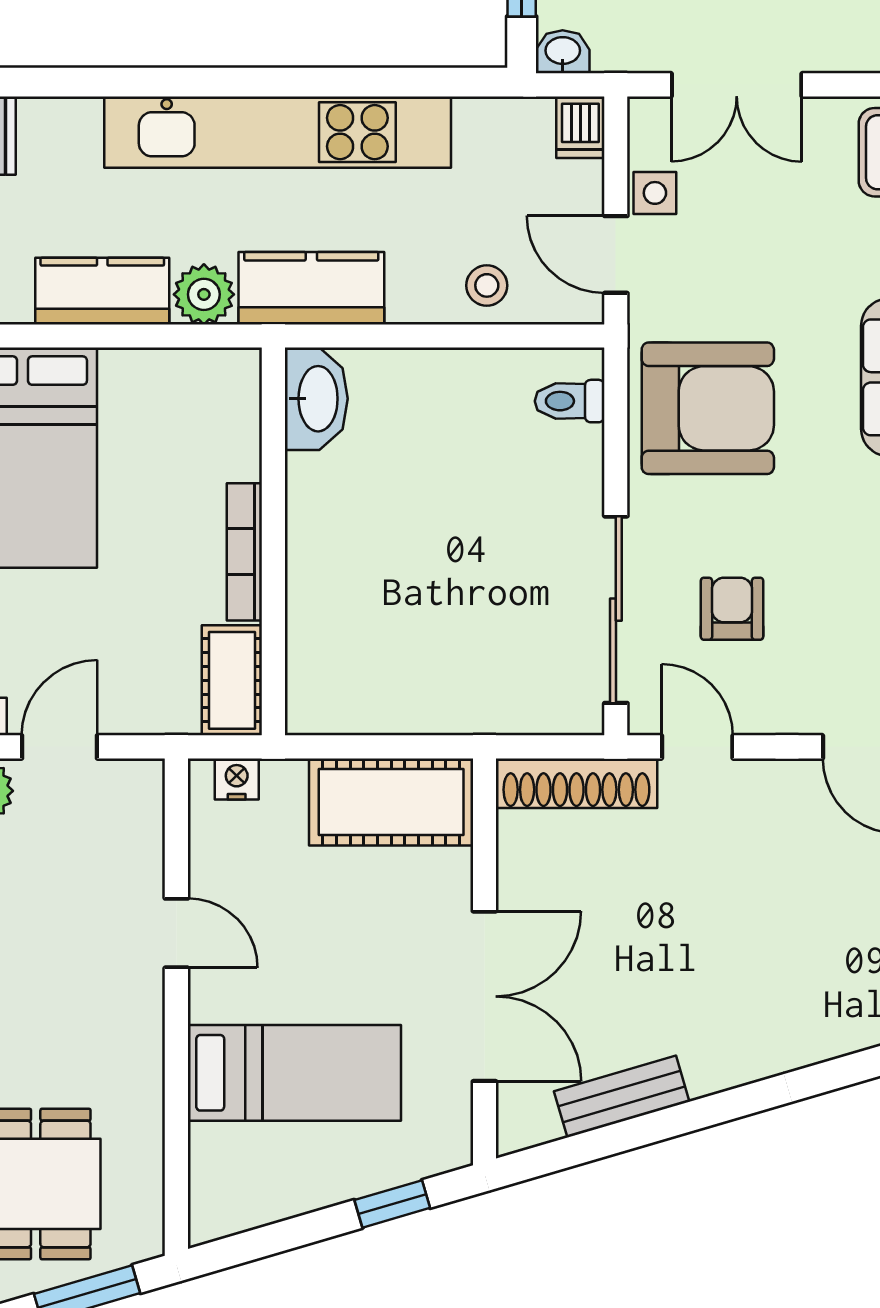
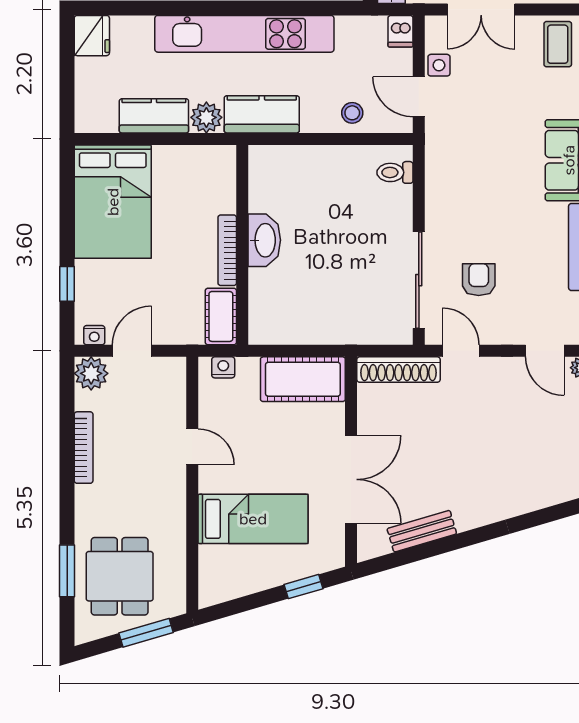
washbasin: (316, 399) -> (264, 240), moved
armchair: (708, 408) -> (466, 176), removed

